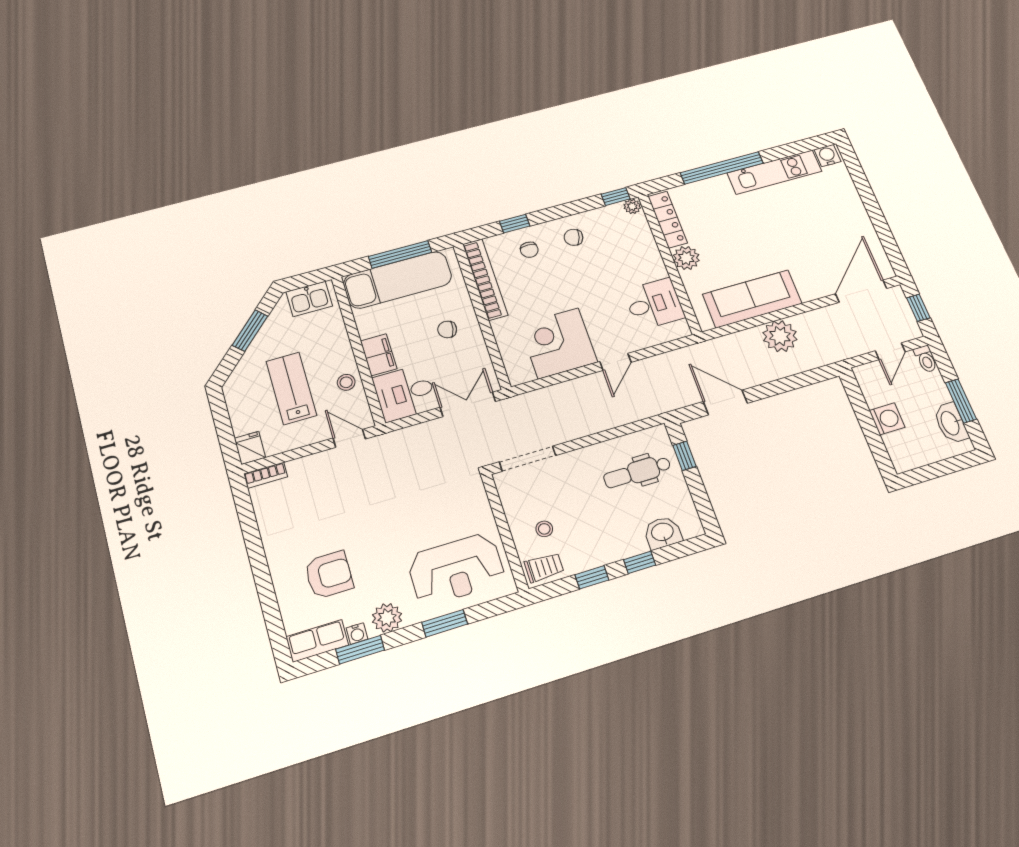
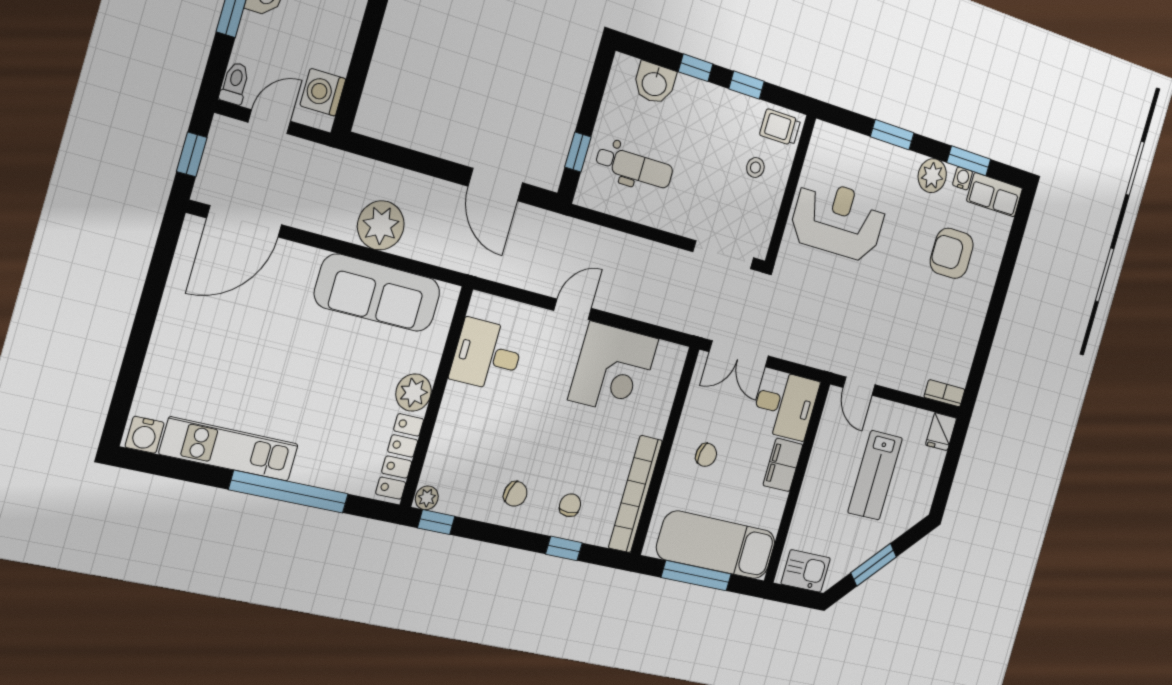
stool: (346, 382) -> (827, 451), removed
washing machine: (887, 419) -> (323, 92), moved
reception desk: (456, 569) -> (838, 220), moved

